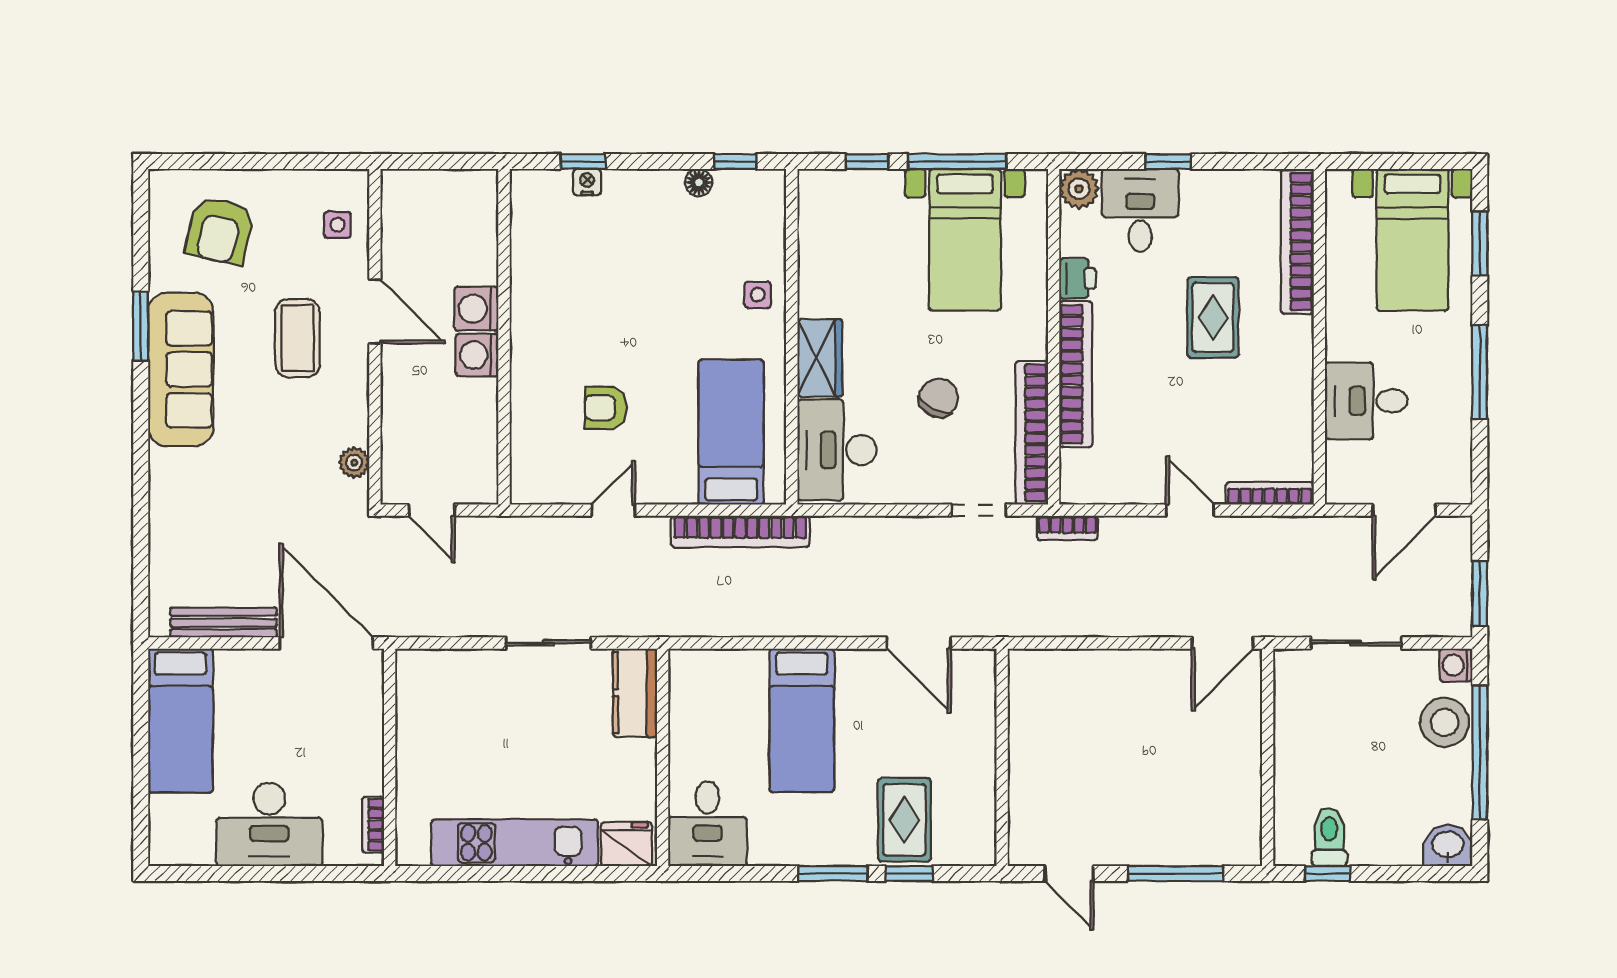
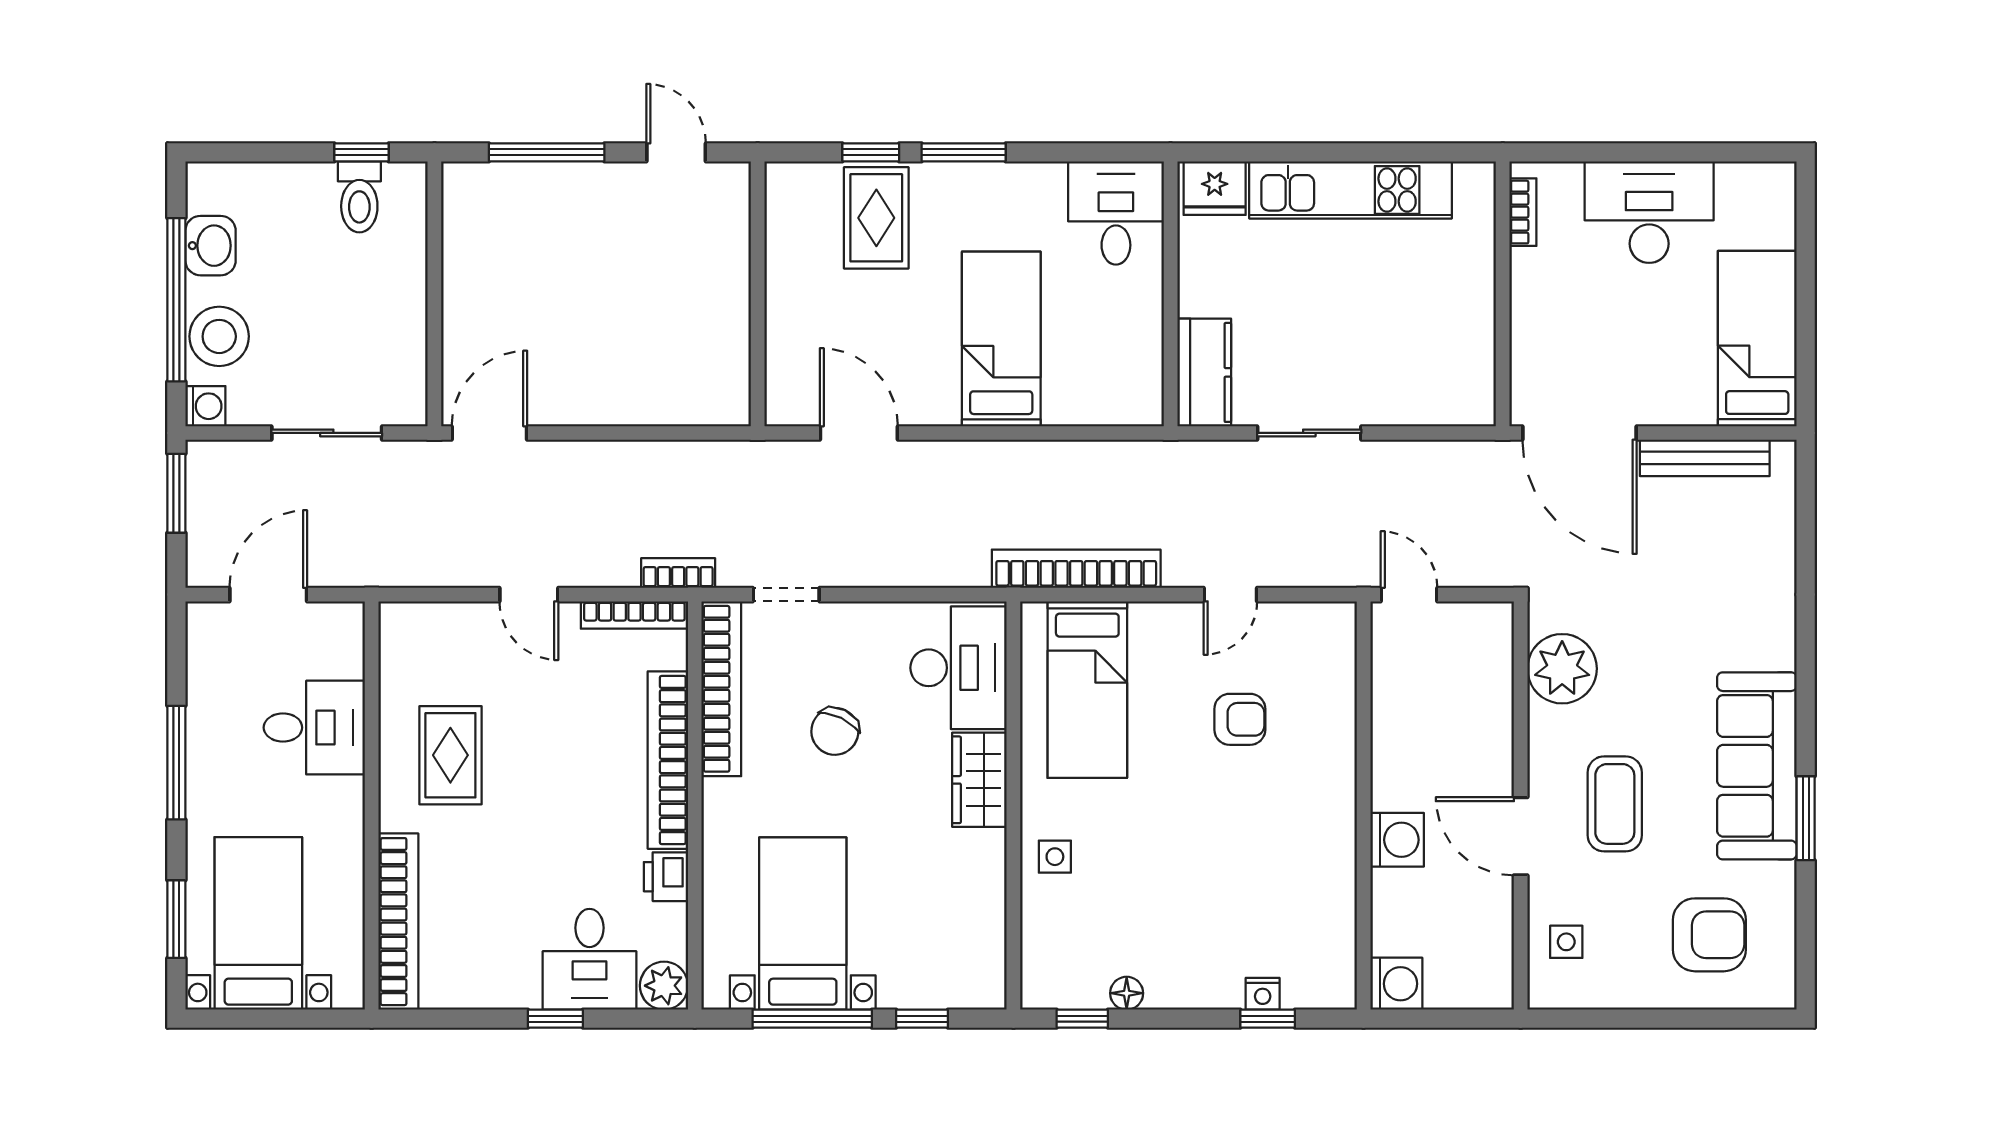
armchair: (220, 231) -> (1709, 935), turned 77
rug: (1213, 317) -> (450, 755), moved
washing machine: (477, 355) -> (1396, 984), moved
plant: (354, 463) -> (1562, 669), width x1.88, depth x1.88
bookcase: (1270, 493) -> (634, 615), moved
door: (432, 510) -> (1409, 595), moved
washbasin: (1448, 845) -> (211, 246), moved, turned -90

